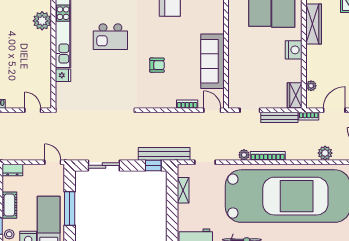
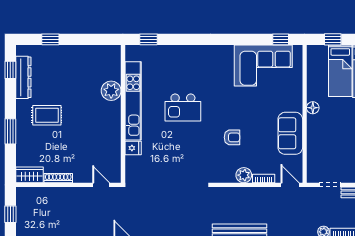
floor lamp: (234, 37) -> (313, 108), added
sofa: (212, 61) -> (290, 133), width x0.73
plant: (168, 101) -> (244, 175), added

